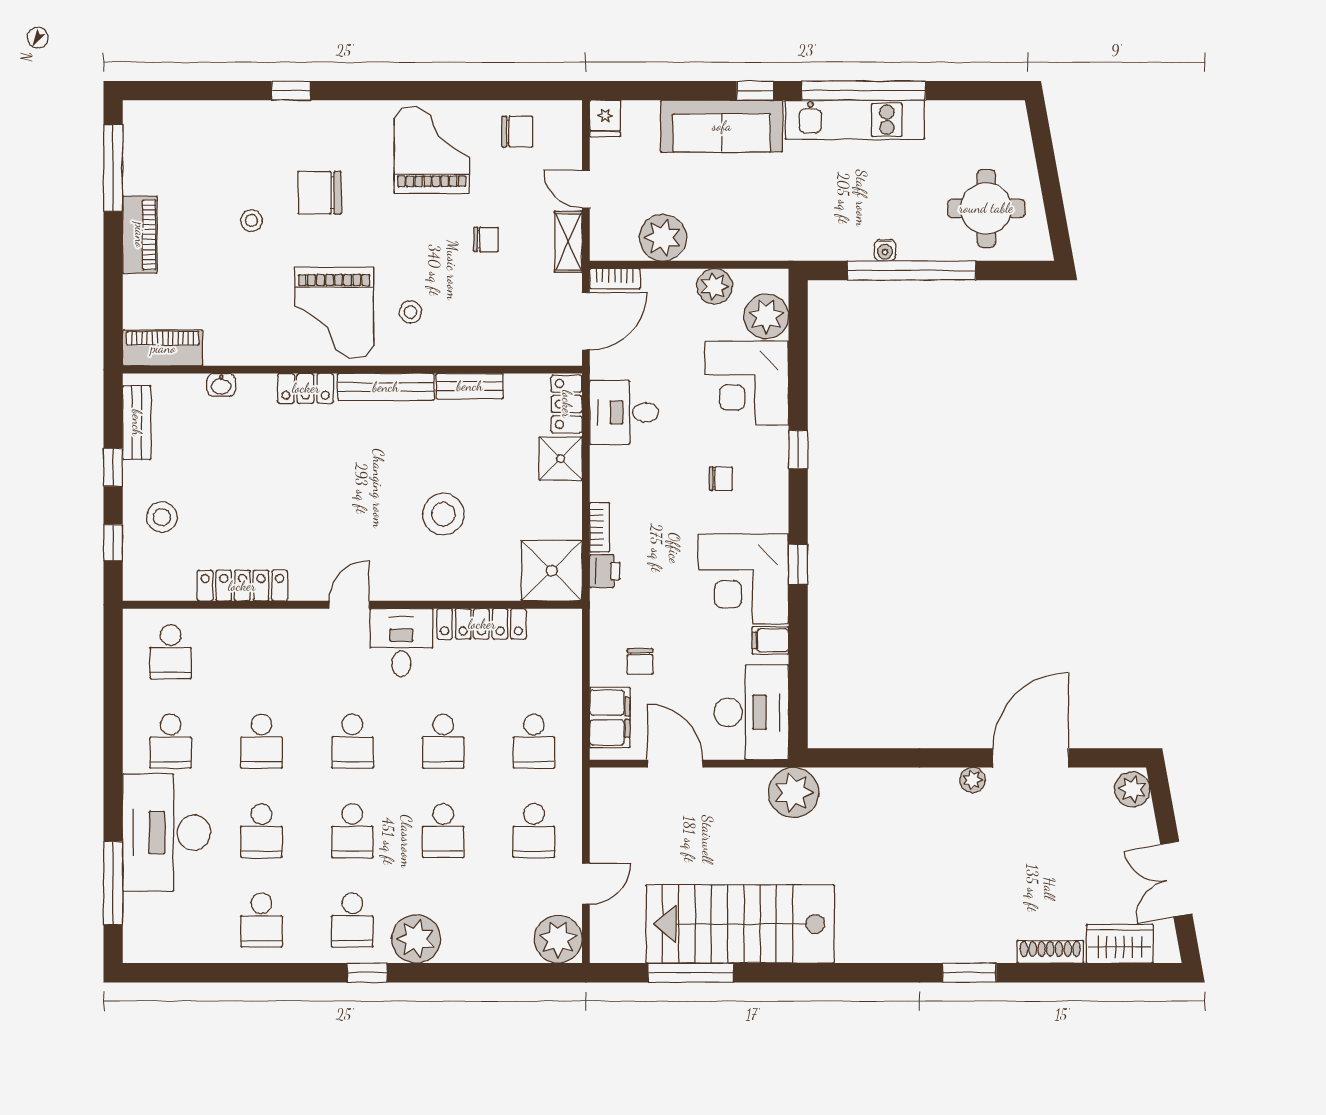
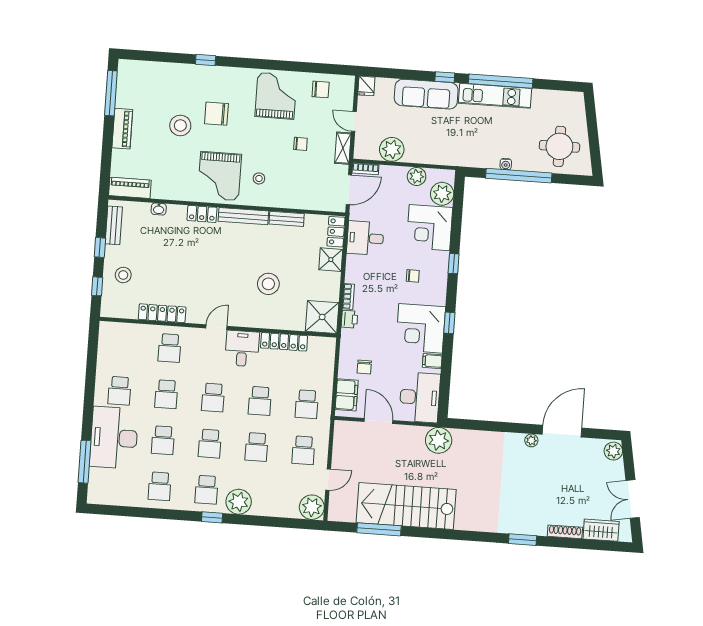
stool: (251, 221) -> (180, 125), width x1.89, depth x1.89
school desk: (171, 652) -> (170, 348), moved

